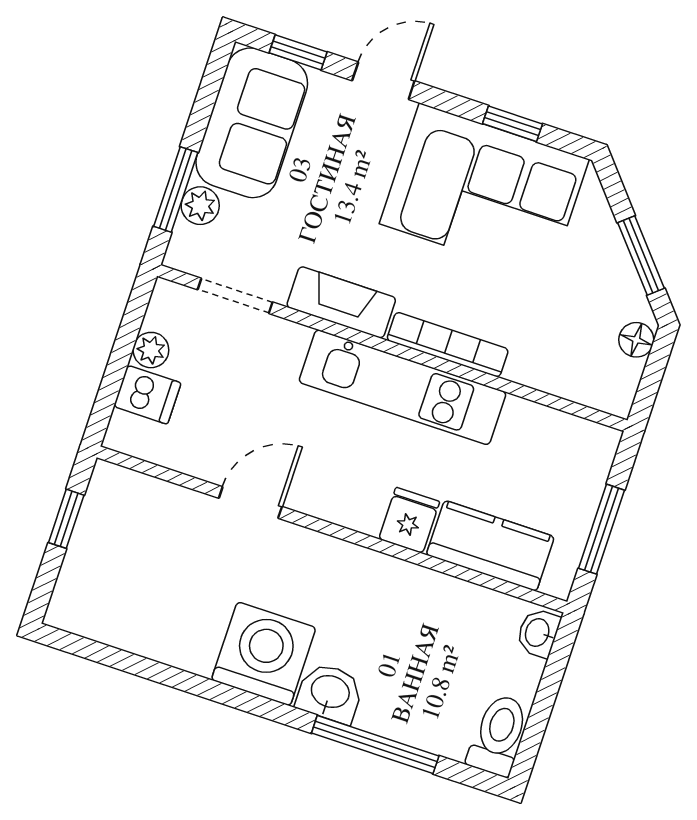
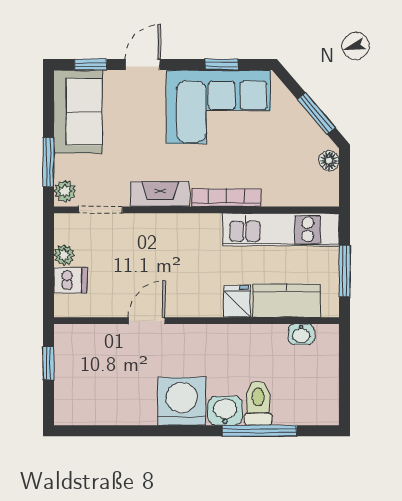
plant: (200, 206) -> (65, 191), moved
kitchen unit: (402, 387) -> (281, 229), moved
washbasin: (538, 633) -> (301, 334), moved, turned -90
toilet: (498, 735) -> (258, 403), moved

